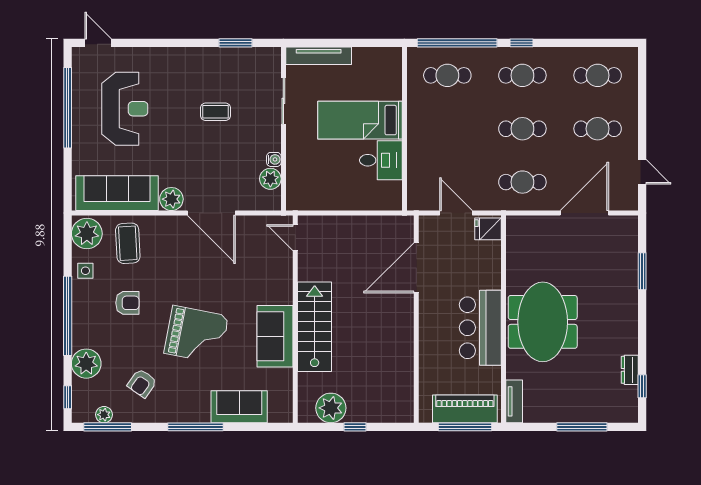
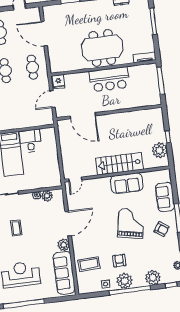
plant: (87, 234) -> (125, 281), moved
armchair: (142, 383) -> (162, 229), moved
piano: (465, 409) -> (152, 82), removed

